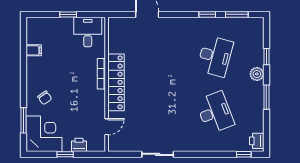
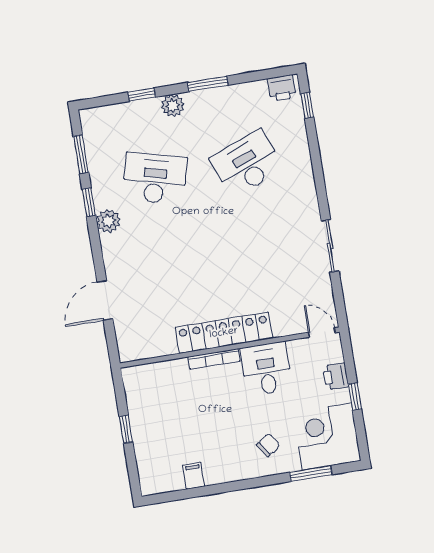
plant: (194, 24) -> (108, 221), added
desk: (88, 32) -> (266, 369), moved, turned 90
door: (107, 127) -> (322, 332), moved

